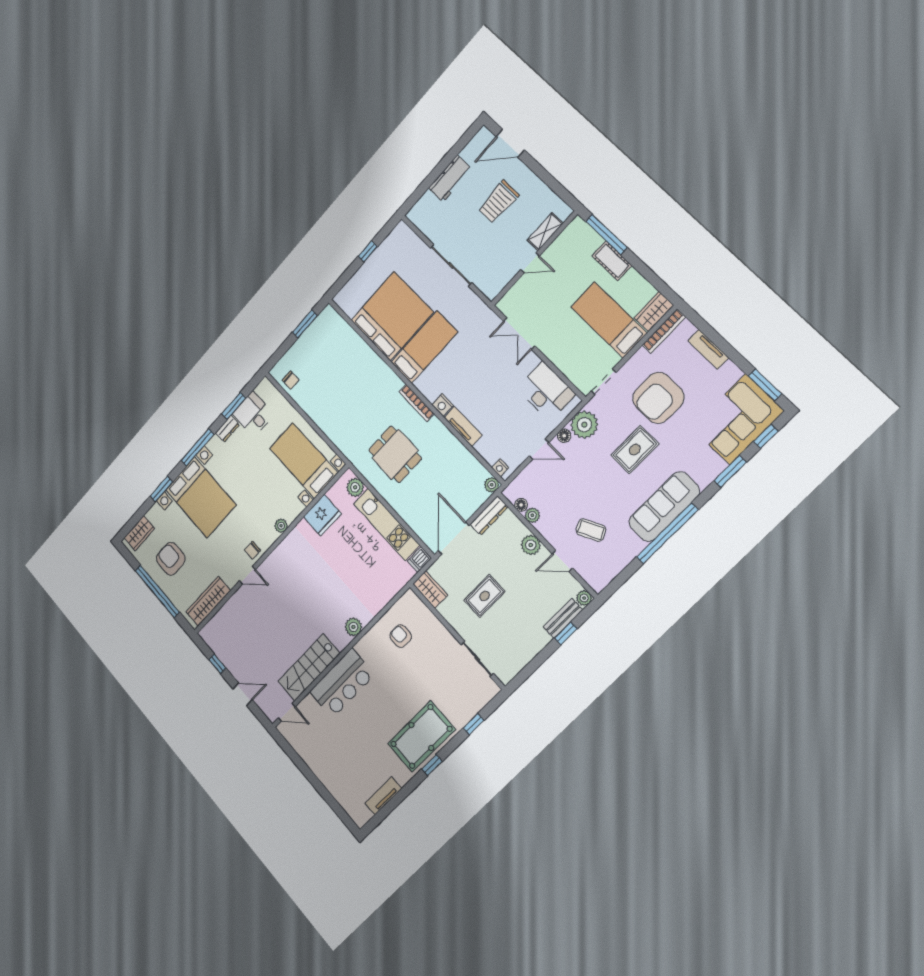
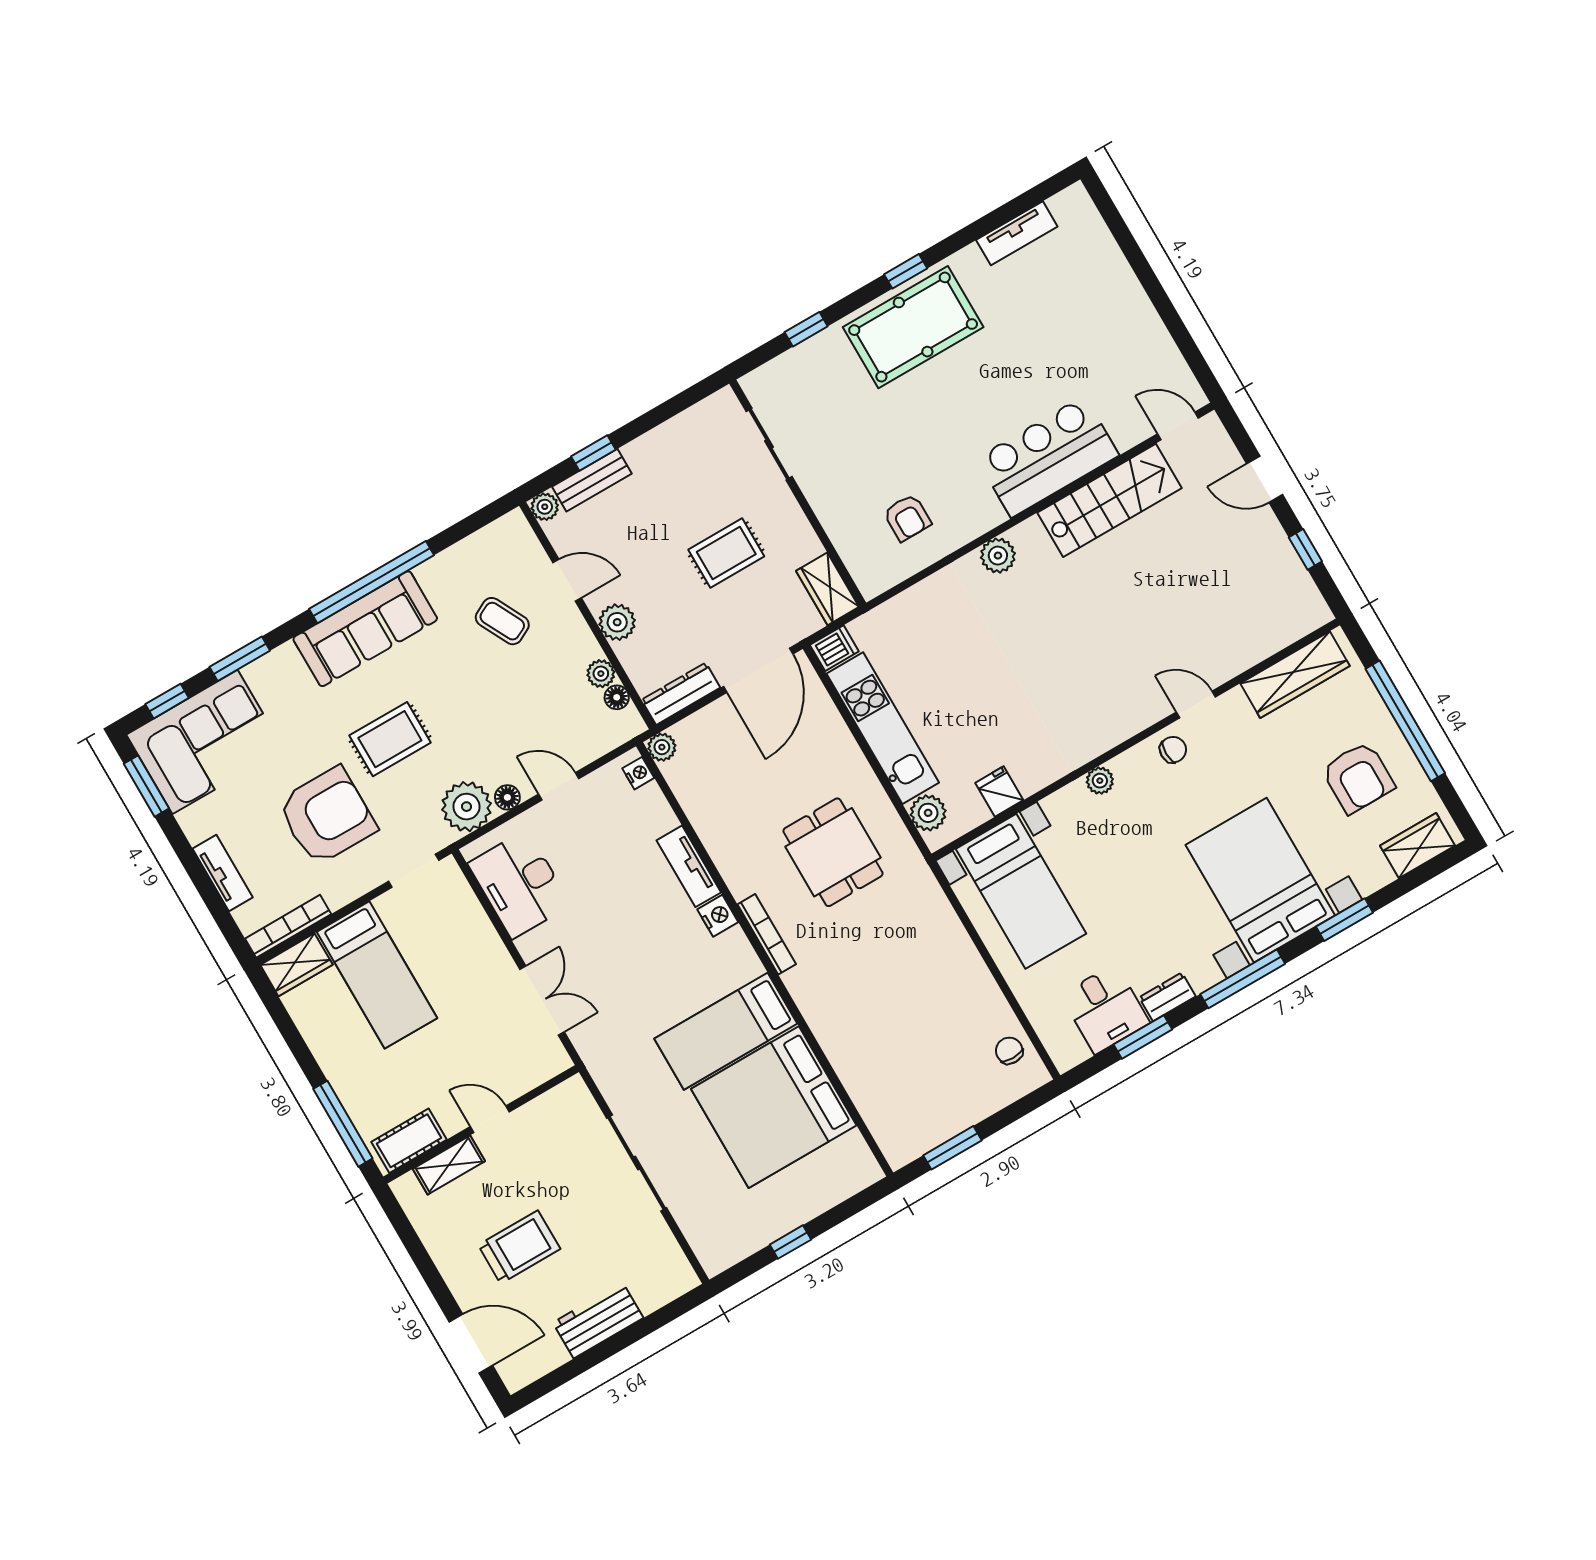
cot: (612, 261) -> (409, 1141), moved, turned 90
fridge: (322, 515) -> (999, 791), width x0.53, depth x0.75

